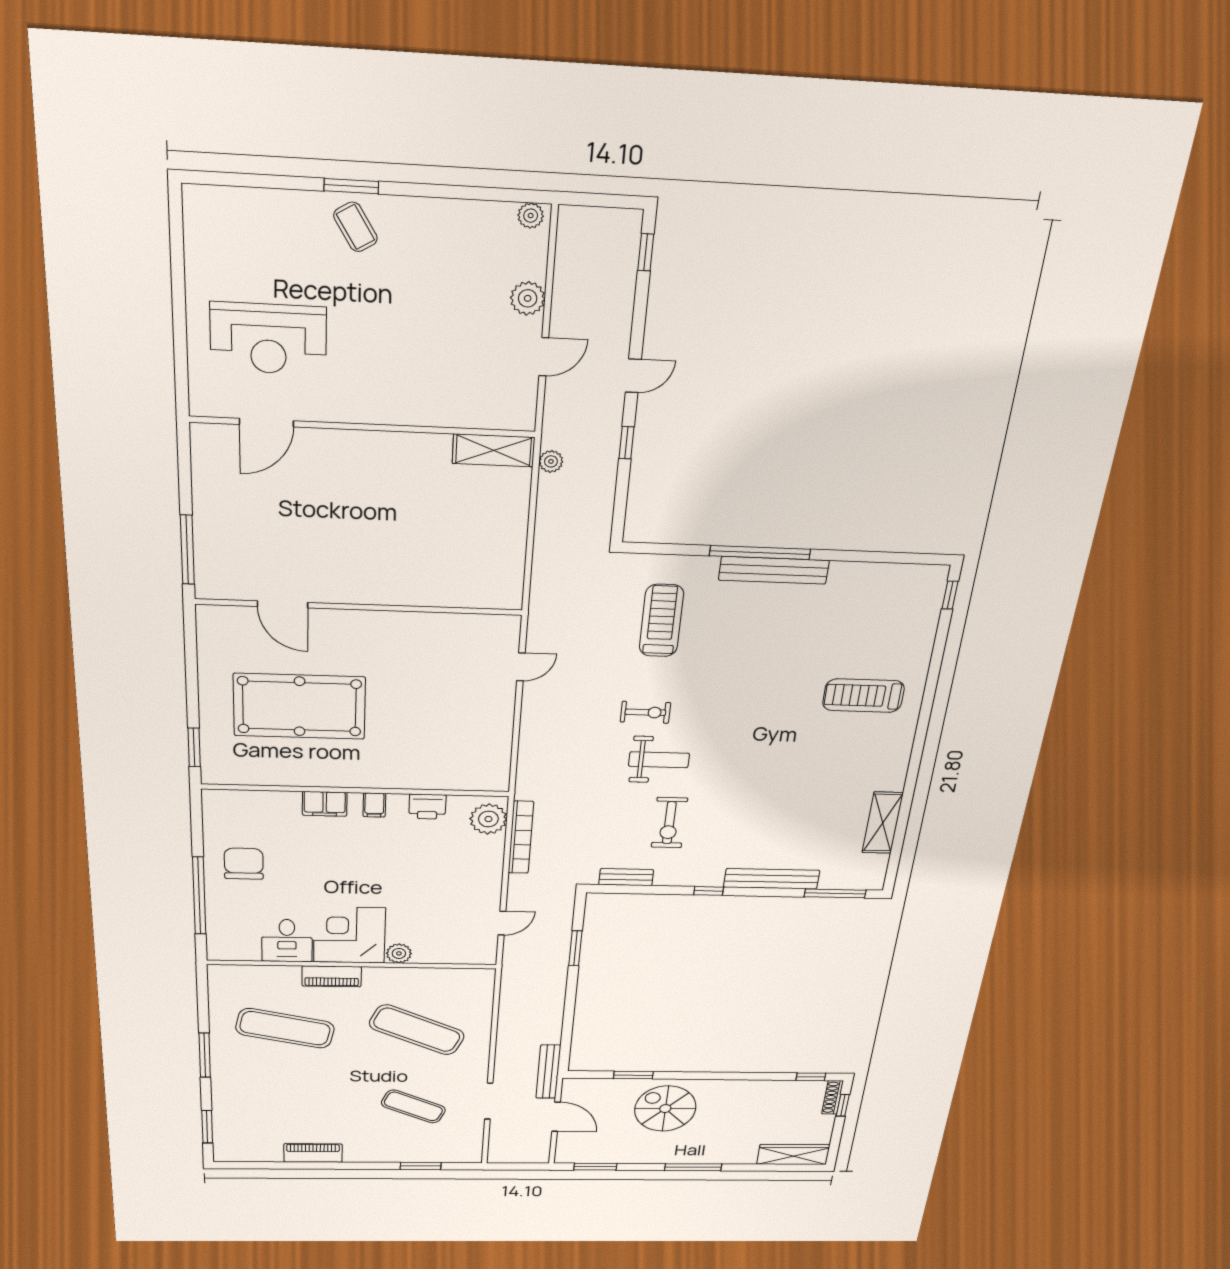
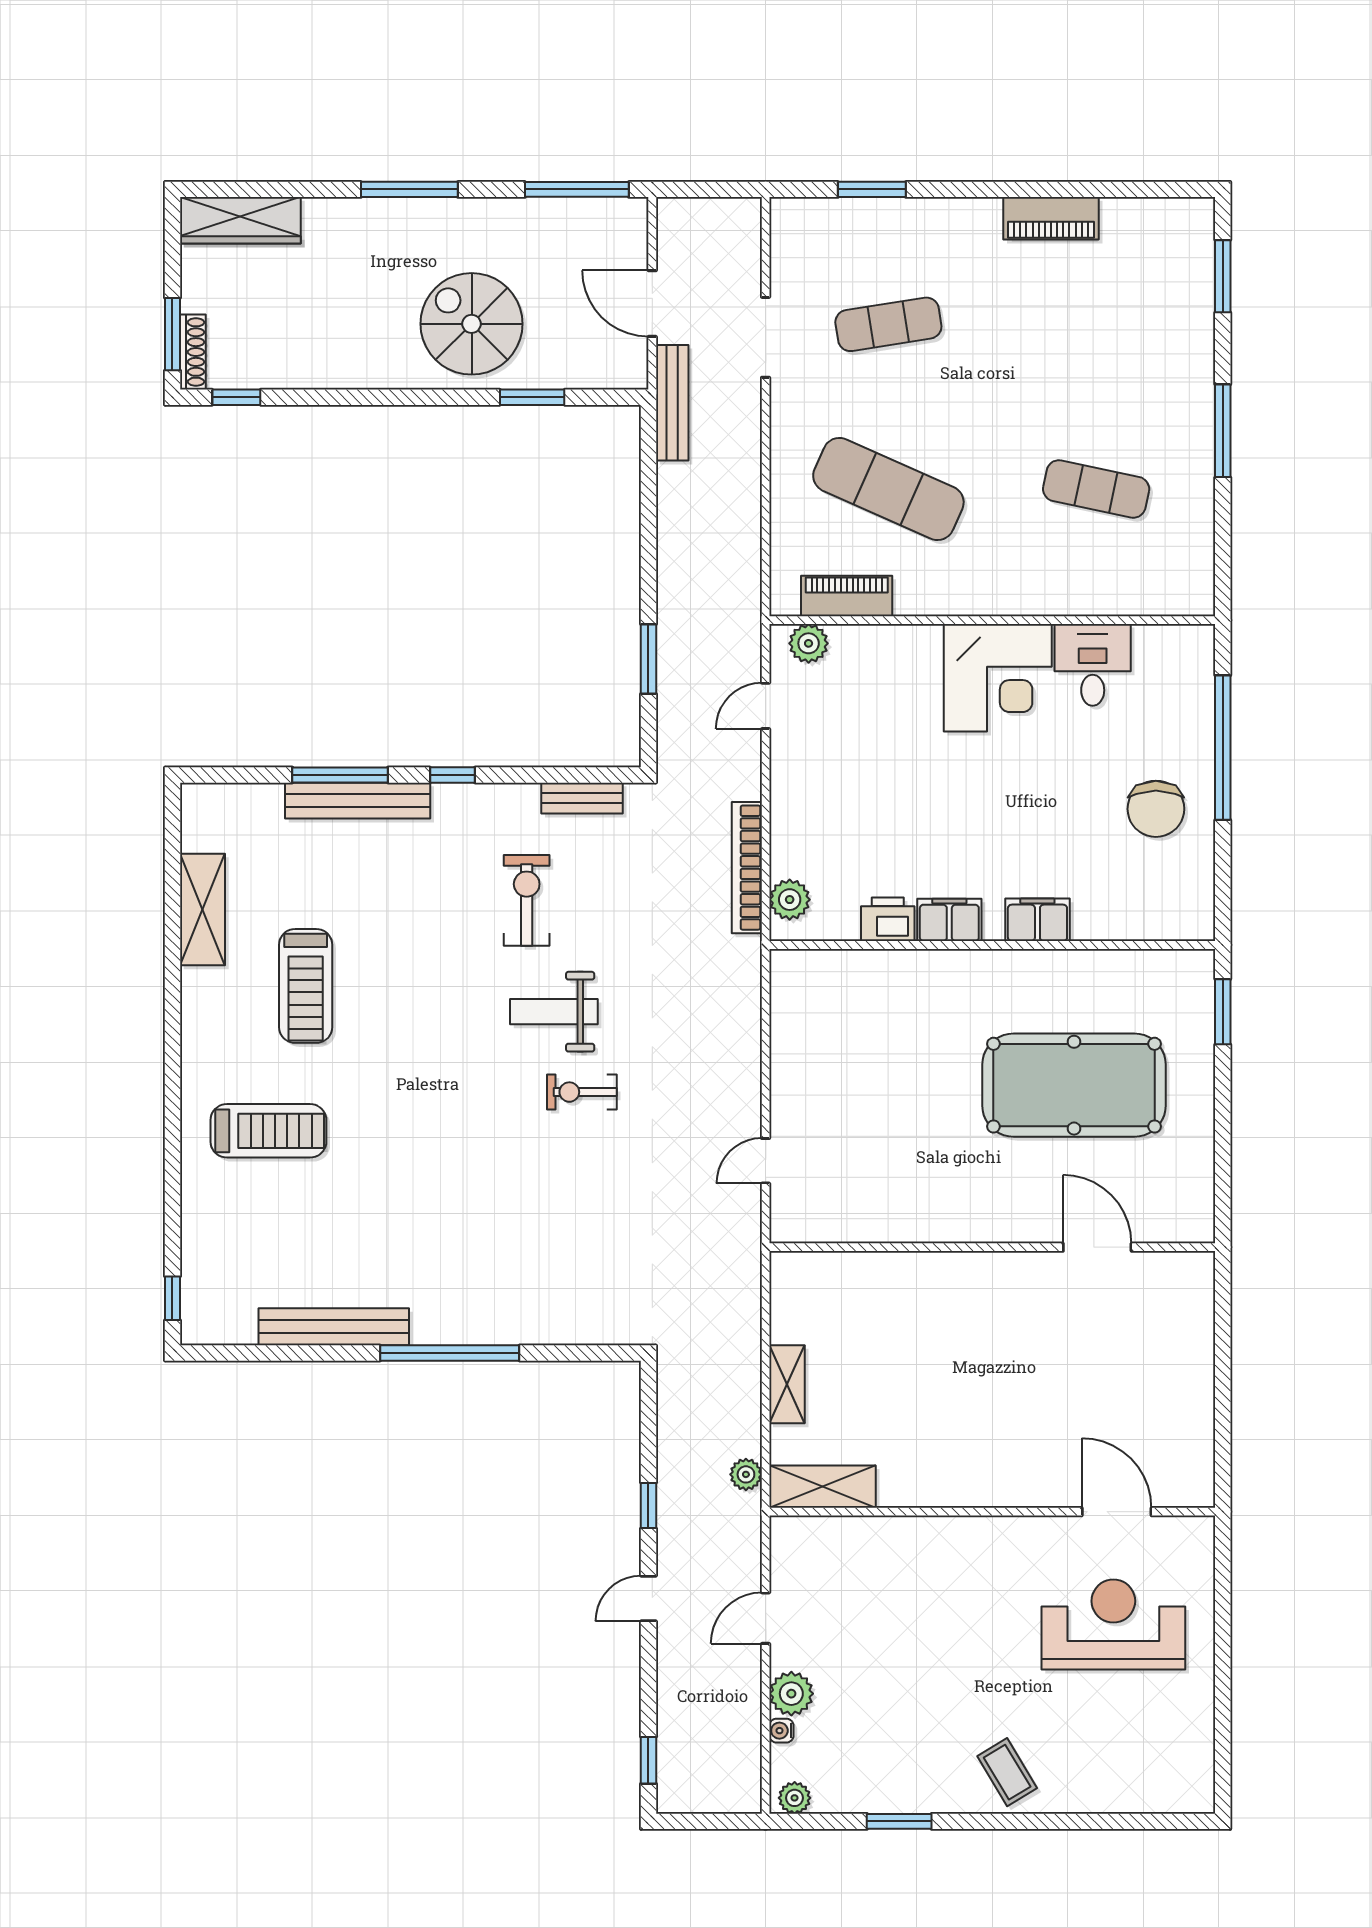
window: (351, 186) -> (899, 1821), moved
water cooler: (538, 270) -> (781, 1731), added
door: (266, 423) -> (1117, 1512), hinge flipped
shelving: (516, 522) -> (787, 1384), added
window: (187, 550) -> (1223, 1325), removed
bench: (774, 570) -> (334, 1327), moved
treadmill: (661, 621) -> (306, 986), moved
filing cabinet: (374, 805) -> (949, 920), width x2.00
plant: (488, 819) -> (790, 900), width x0.73, depth x0.73
window: (835, 893) -> (340, 775), moved
plant: (399, 953) -> (809, 643), moved
piano: (332, 976) -> (847, 596), moved
exercise mat: (285, 1028) -> (1096, 489), width x0.73, depth x0.69
window: (843, 1105) -> (172, 334), width x1.50
exercise mat: (413, 1106) -> (888, 324), turned -33
spiral stairs: (665, 1109) -> (472, 324), turned 180
window: (595, 1167) -> (577, 189), width x1.44

